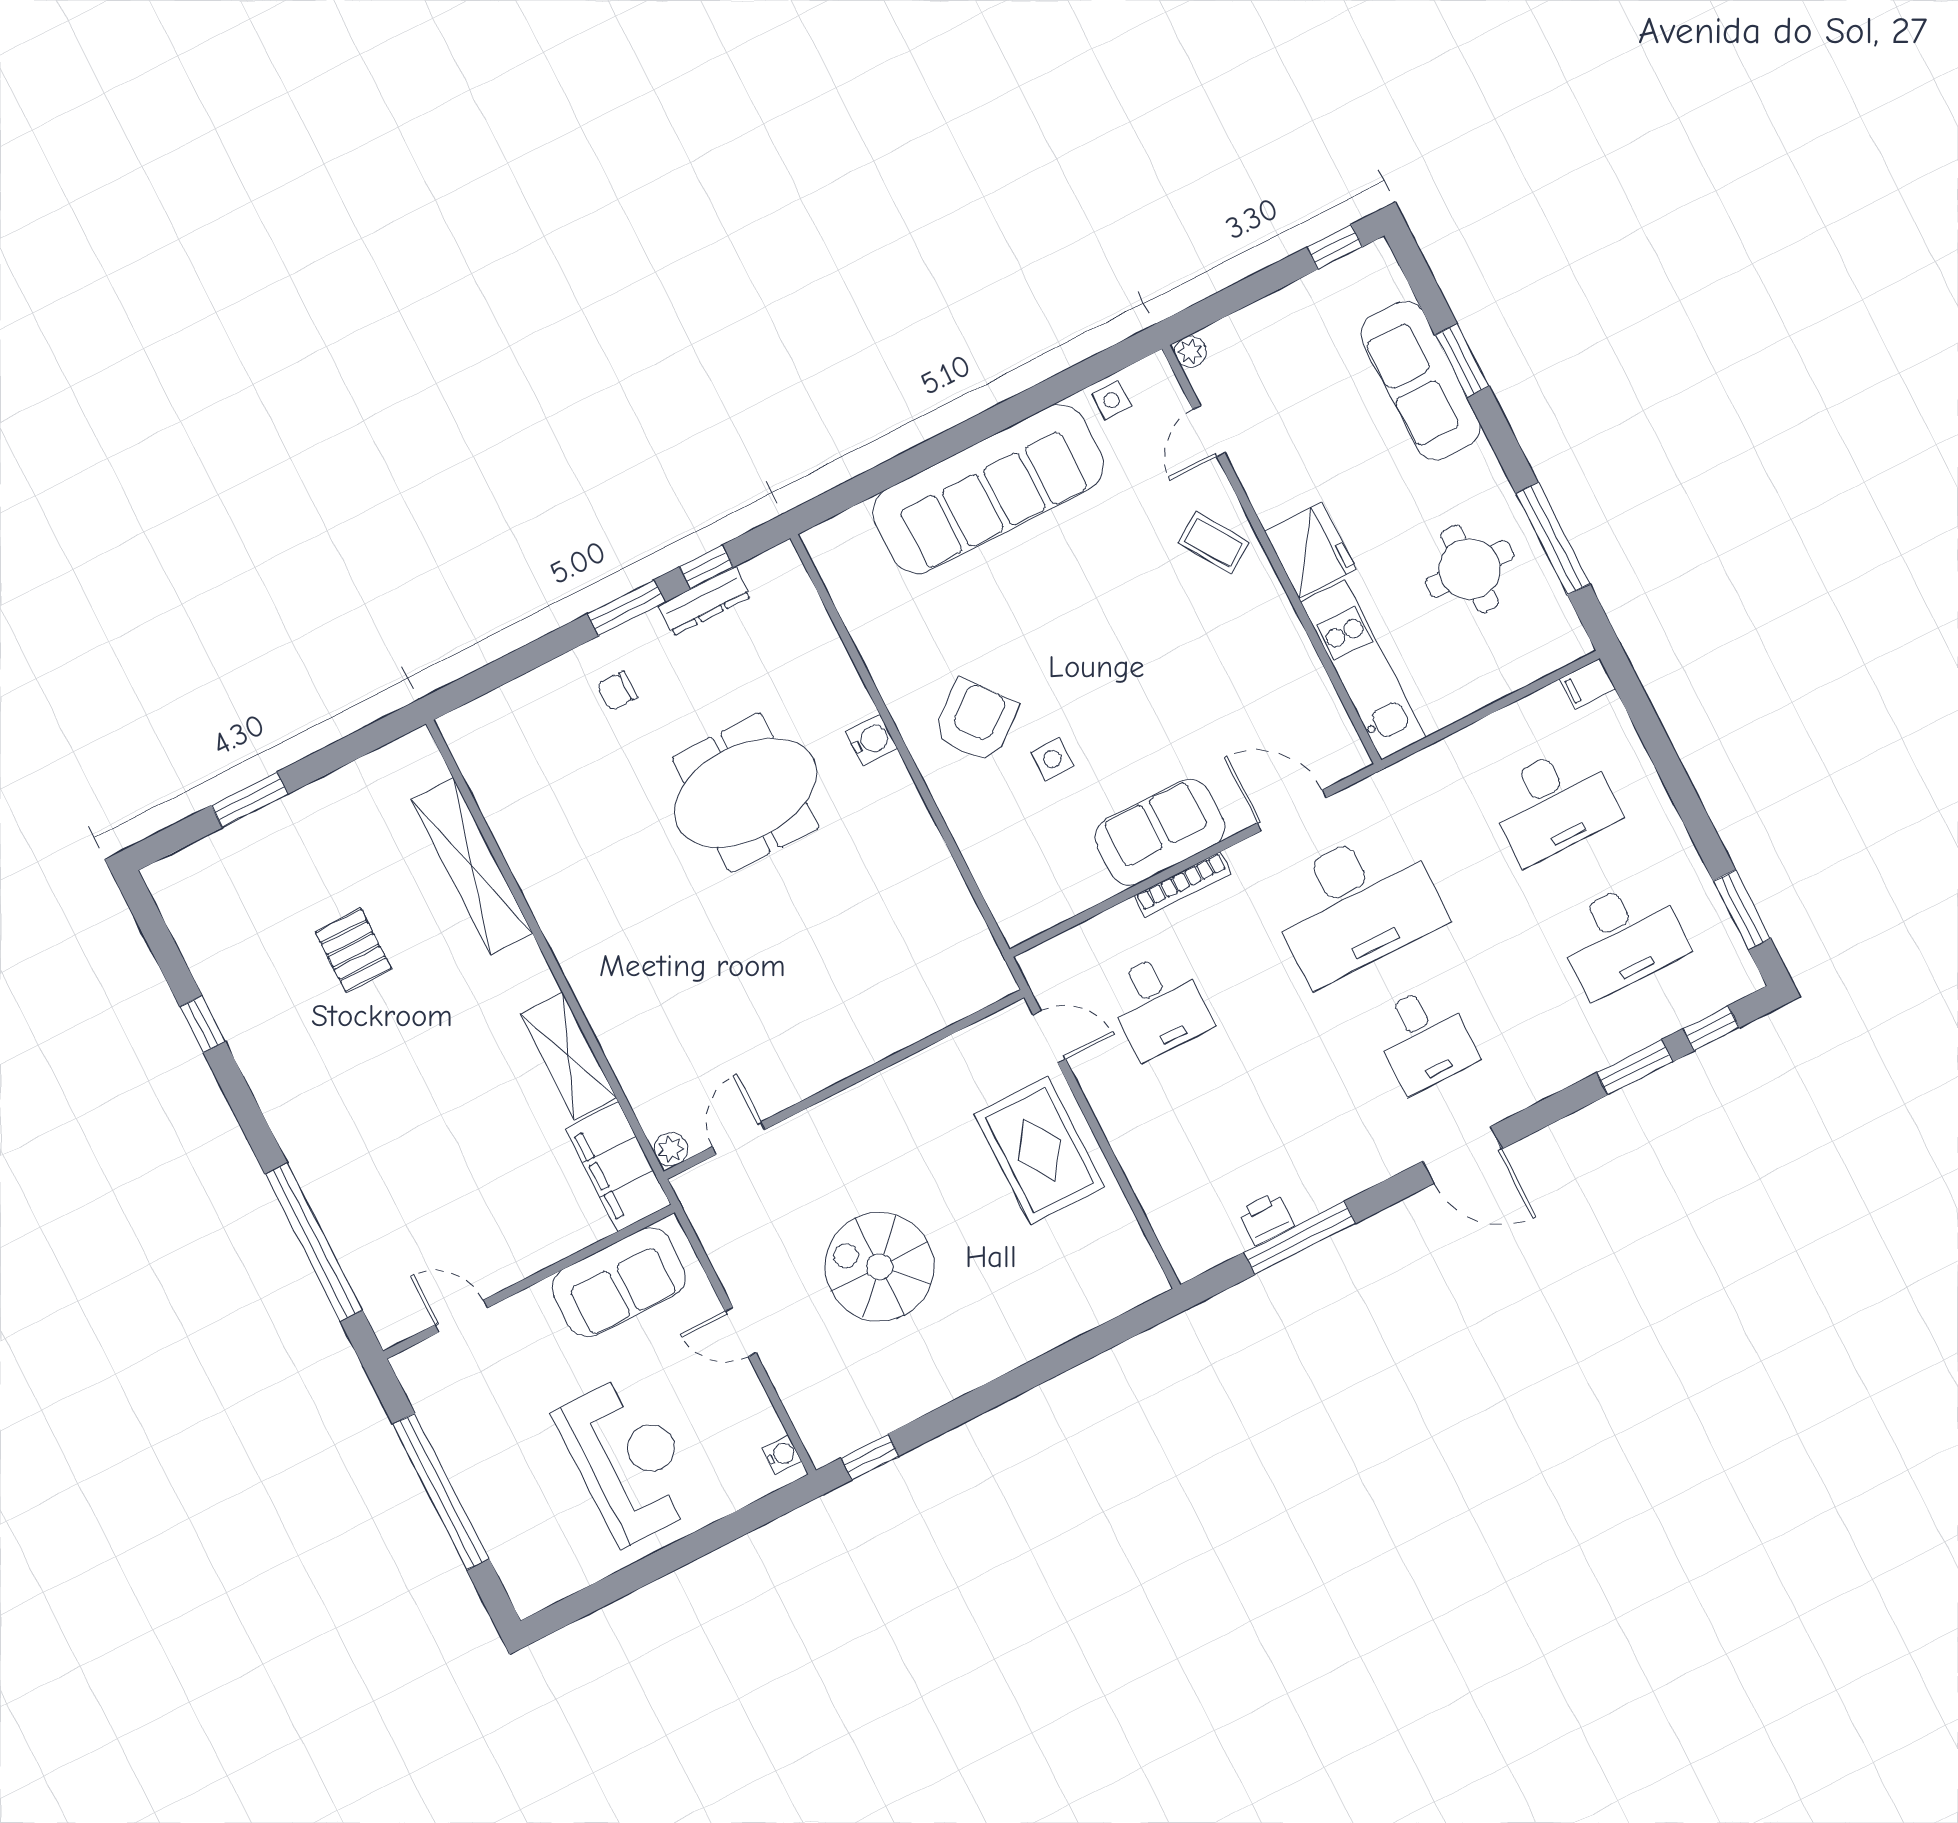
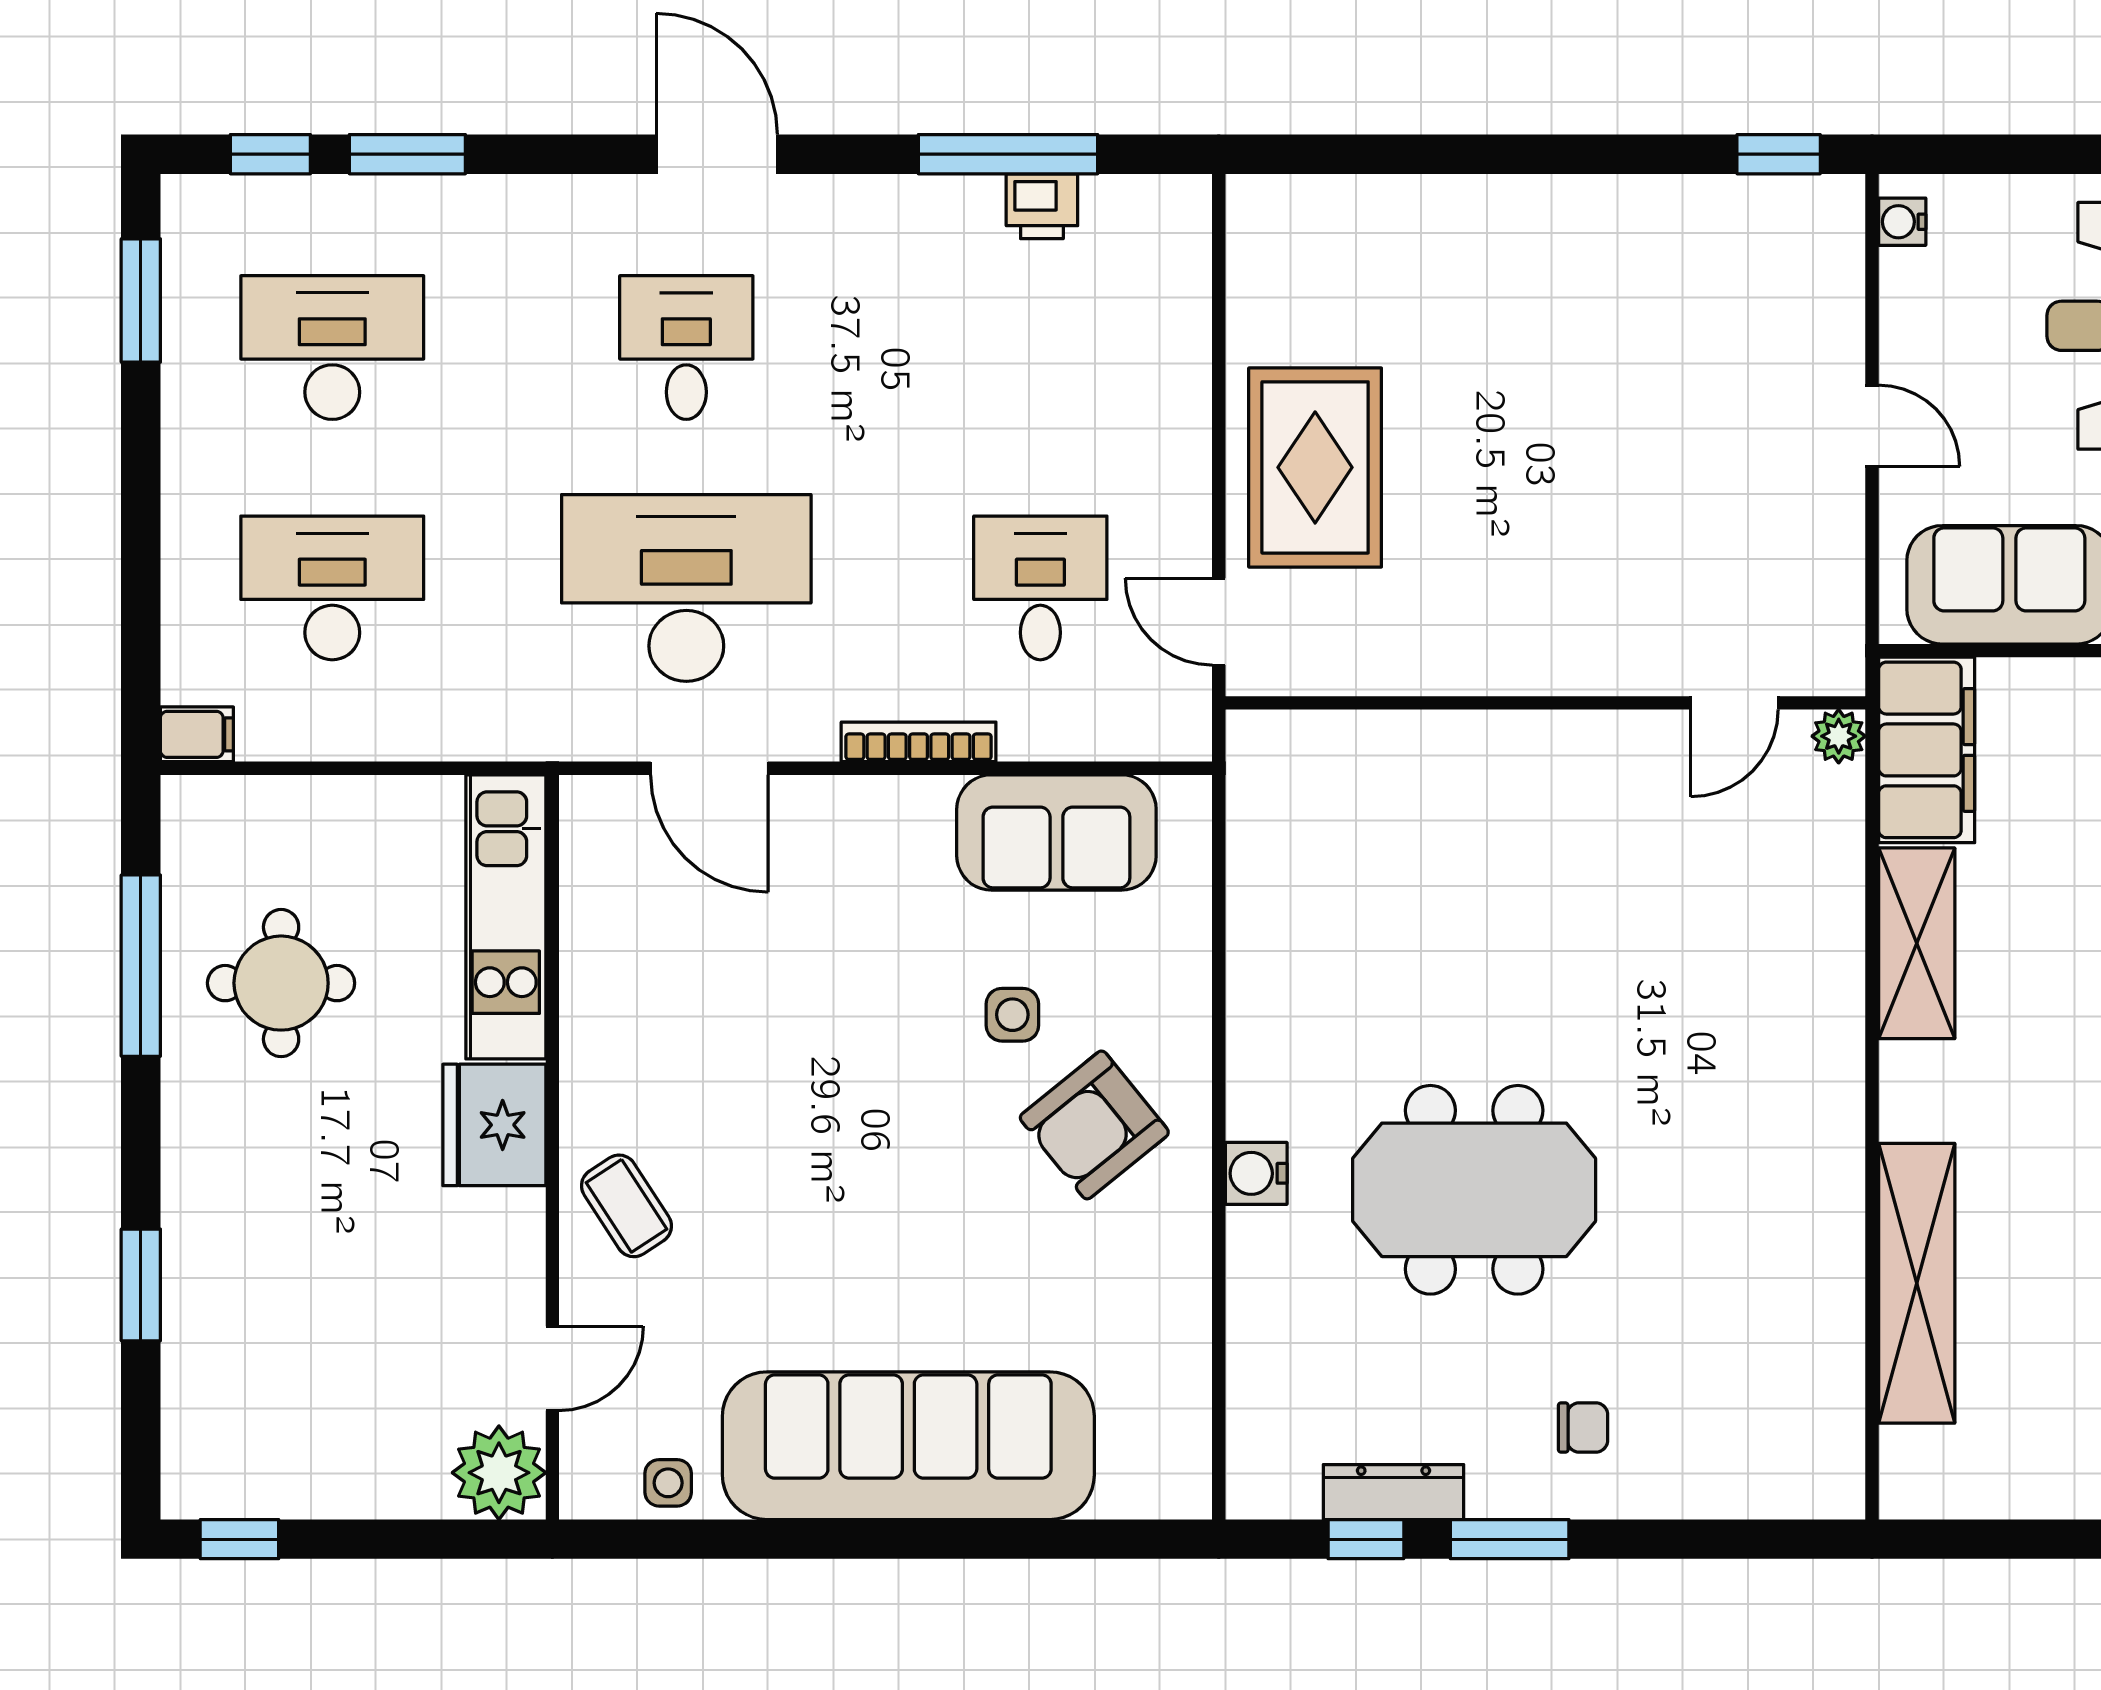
plant: (1190, 352) -> (499, 1473), width x1.87, depth x1.87
sofa: (1420, 381) -> (215, 1287), removed
sofa: (1160, 832) -> (1056, 832), moved
spiral stairs: (880, 1267) -> (1627, 418), removed

